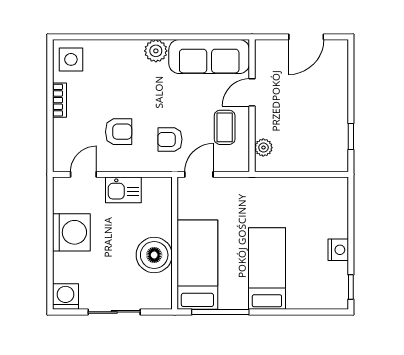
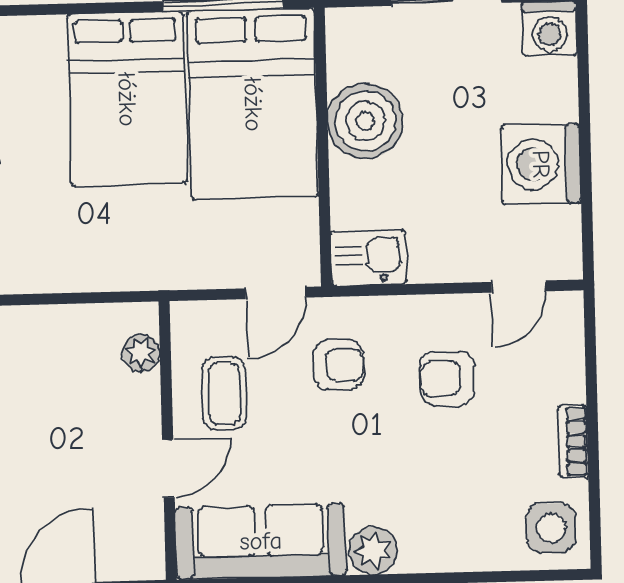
kitchen sink: (123, 190) -> (369, 258), moved
bed: (197, 265) -> (253, 104), width x1.50
bed: (267, 269) -> (127, 99), width x1.50

